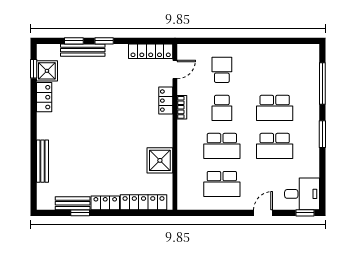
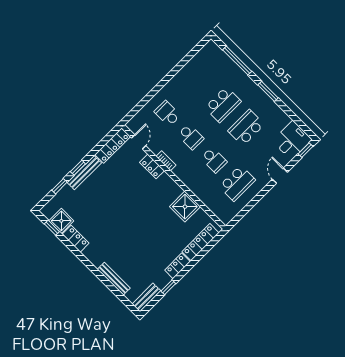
bench: (83, 50) -> (84, 173), moved
school desk: (222, 146) -> (214, 160), width x0.54
school desk: (275, 146) -> (246, 128), turned 180
bench: (73, 203) -> (146, 297), moved

